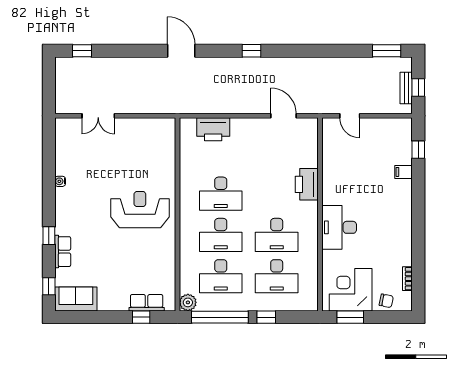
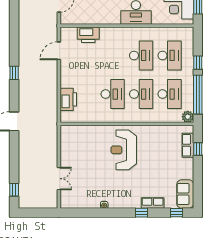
printer: (307, 184) -> (88, 35), moved

